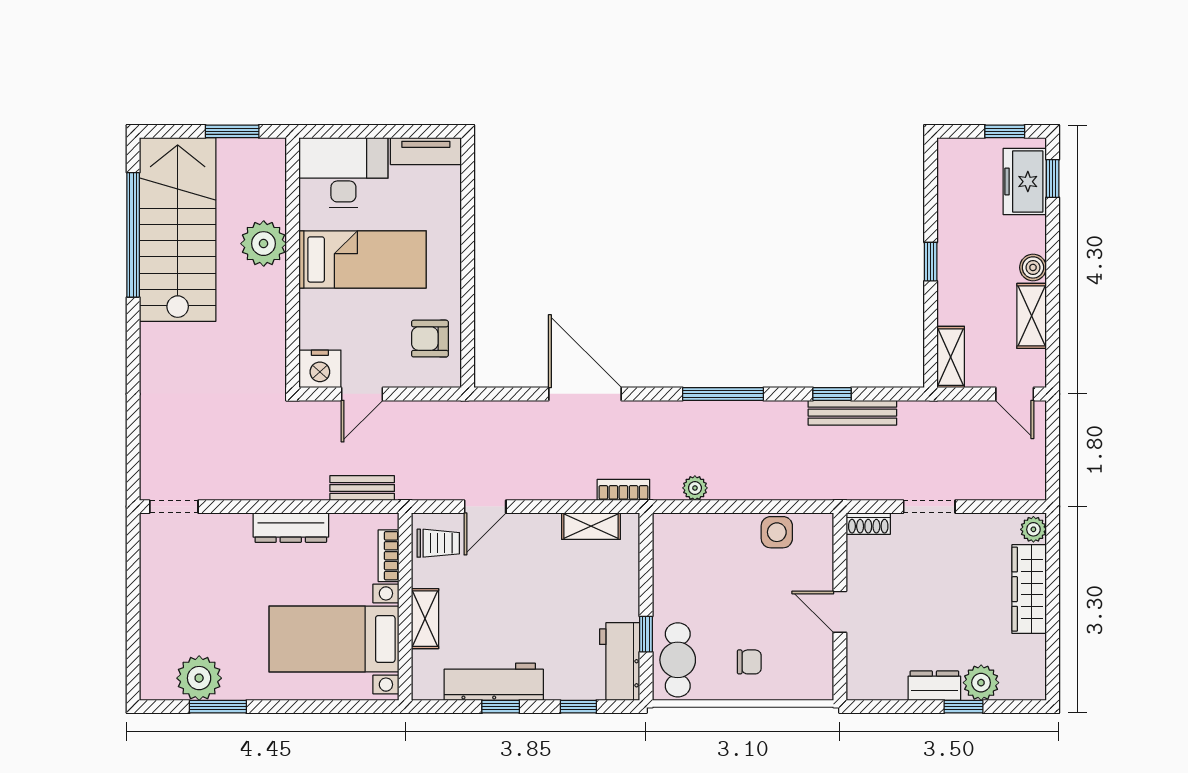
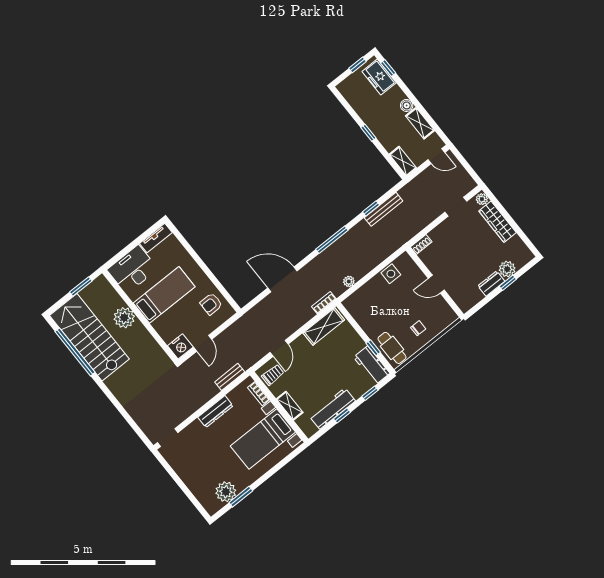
doorway: (929, 507) -> (456, 207), moved
shelving: (591, 526) -> (324, 326), width x1.50, depth x1.33

